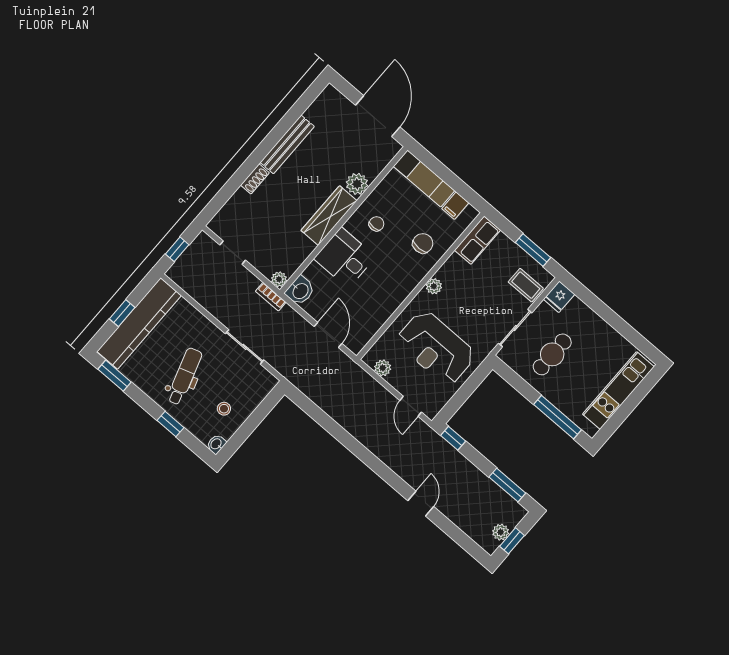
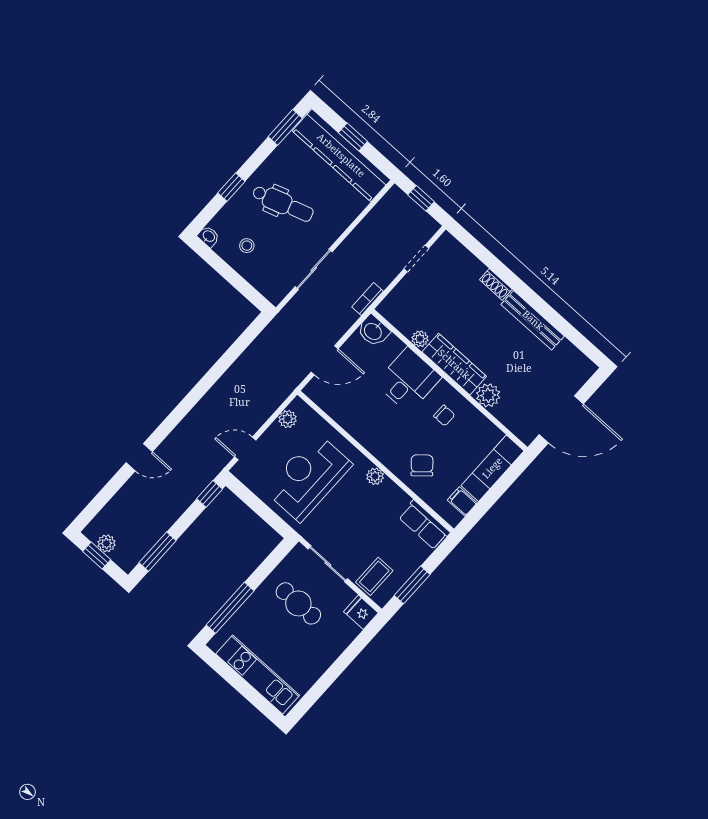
chair: (423, 243) -> (422, 465), turned -131
plant: (279, 279) -> (420, 339), moved

